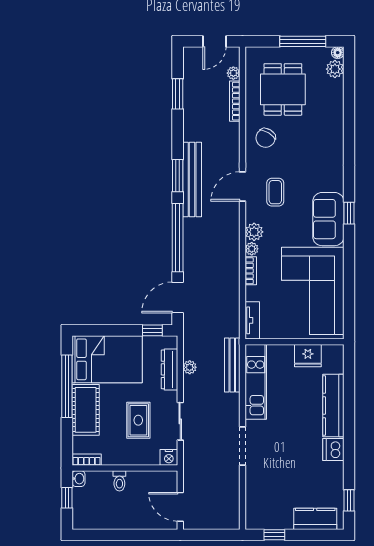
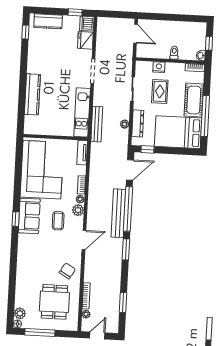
bench: (192, 179) -> (118, 213), moved
coffee table: (275, 192) -> (58, 221), moved
fridge: (308, 356) -> (85, 40), moved, turned -90
dishwasher: (333, 450) -> (87, 24), moved, turned 180
nightstand: (169, 457) -> (159, 67), moved

